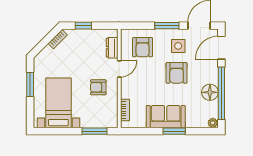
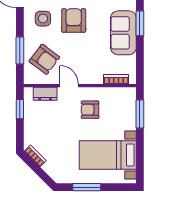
window: (83, 26) -> (20, 109), moved
window: (167, 26) -> (20, 50), moved
armchair: (143, 47) -> (44, 59), turned 37
armchair: (177, 73) -> (74, 20), turned -90
armchair: (98, 87) -> (90, 110), turned 90

